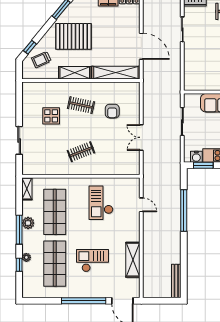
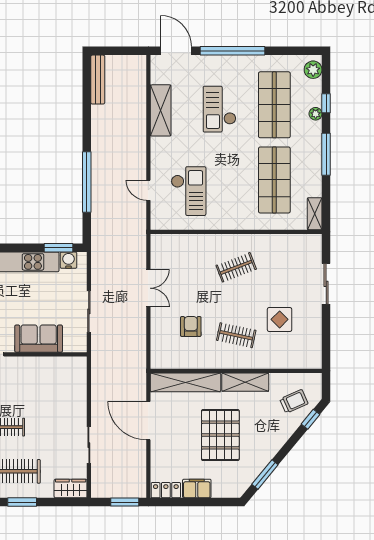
pallet: (73, 36) -> (220, 435), moved, turned 90
checkout: (101, 203) -> (189, 191), moved
plant: (28, 223) -> (313, 70), moved
checkout: (92, 261) -> (219, 109), turned 90

